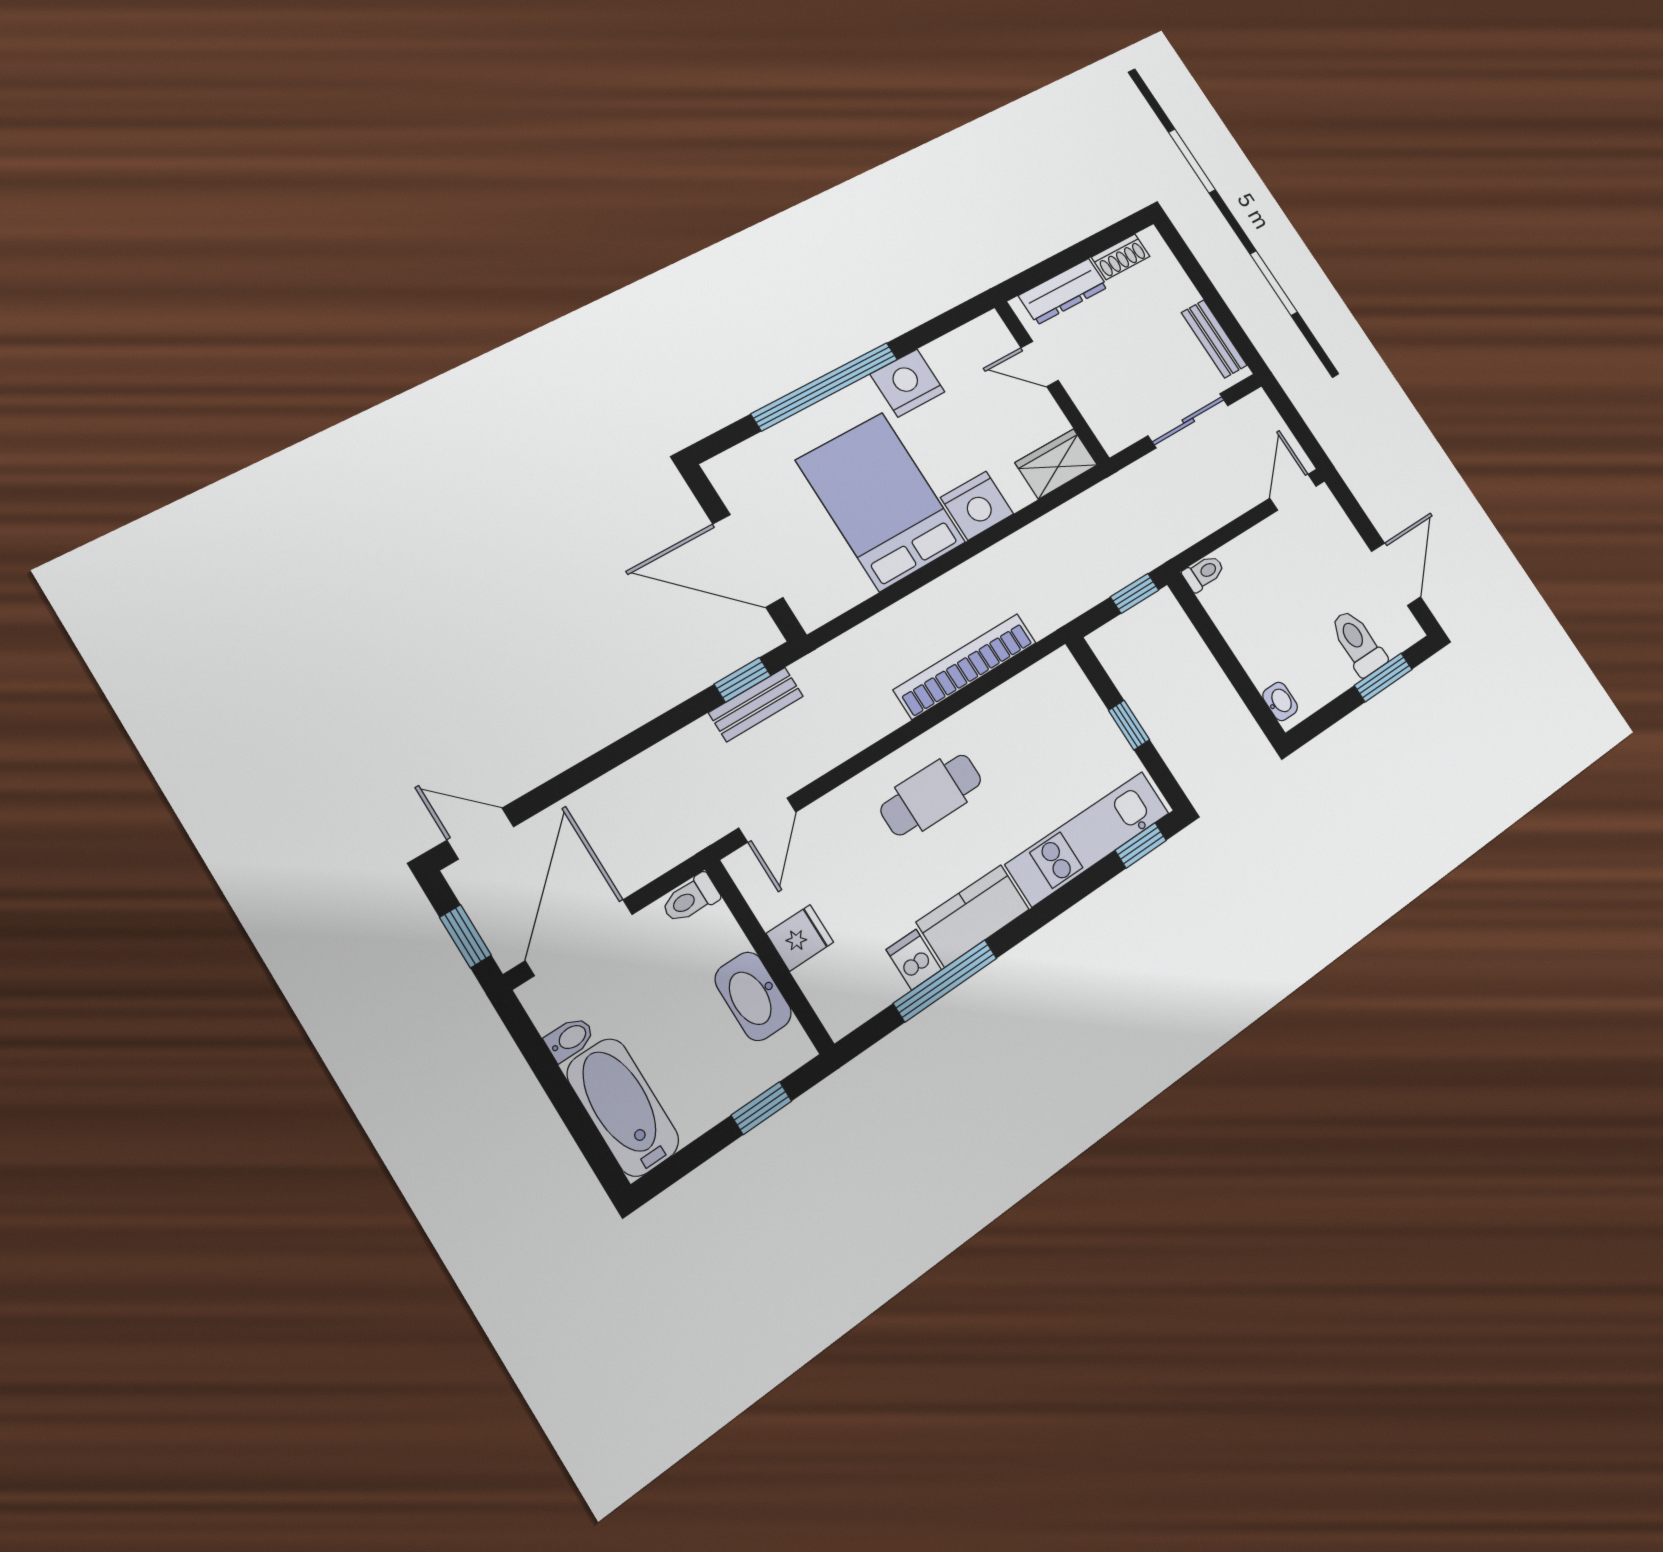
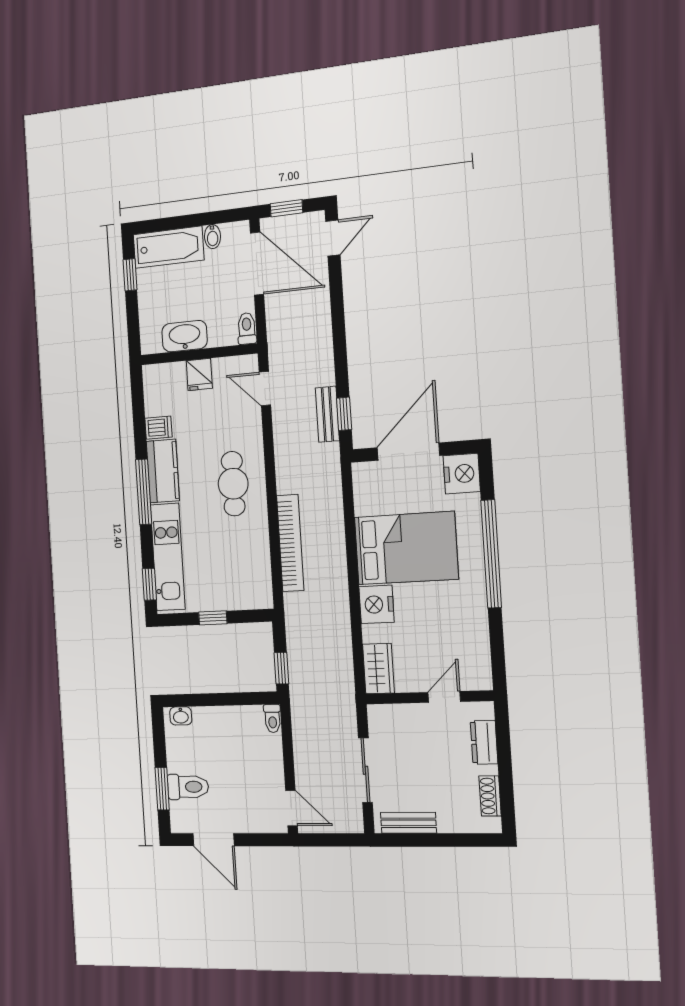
dresser: (1063, 291) -> (484, 742), width x0.70
nightstand: (907, 383) -> (462, 474), moved
window: (945, 981) -> (144, 492), moved
window: (762, 1108) -> (130, 275), moved

